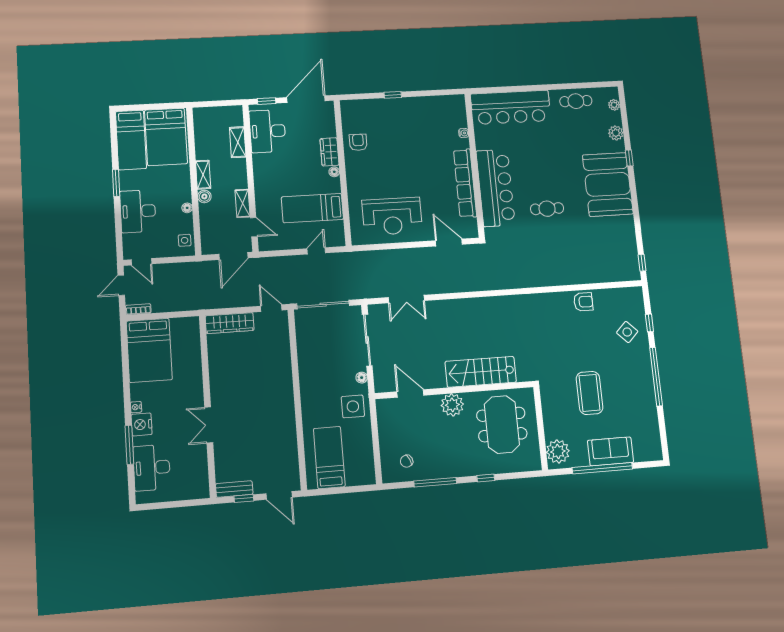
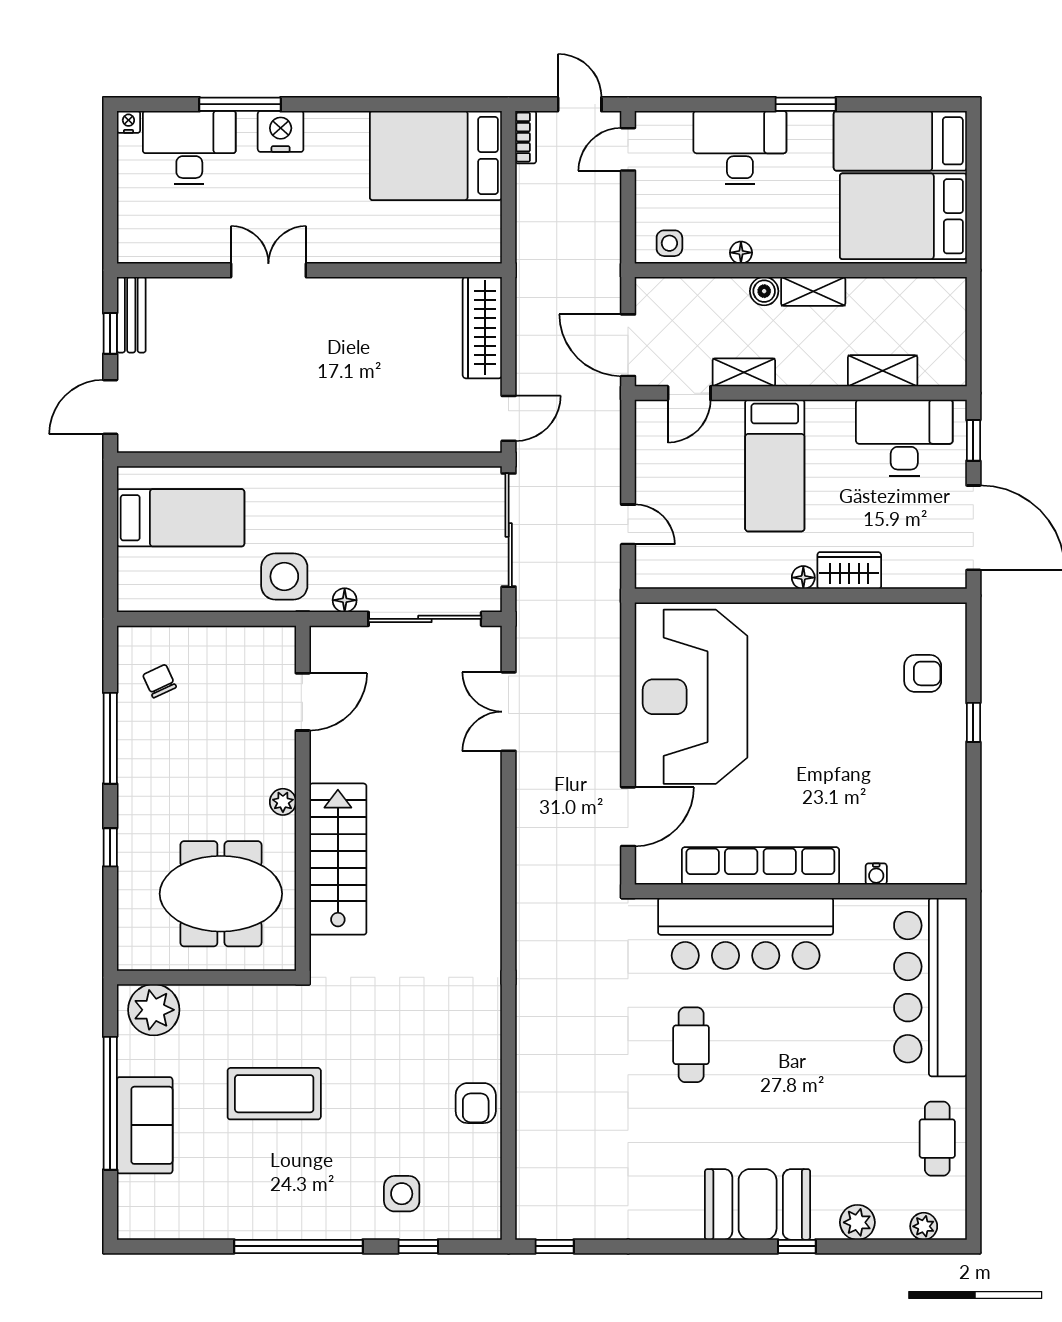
armchair: (358, 142) -> (923, 673), moved
booth: (608, 184) -> (758, 1204), width x0.73, depth x0.70
bed: (312, 208) -> (775, 466), moved, turned 180
reception desk: (392, 216) -> (695, 697), width x1.36, depth x1.30
side table: (627, 332) -> (402, 1194), turned 45
plant: (452, 405) -> (283, 802), width x0.53, depth x0.53
nightstand: (136, 407) -> (128, 122), moved

